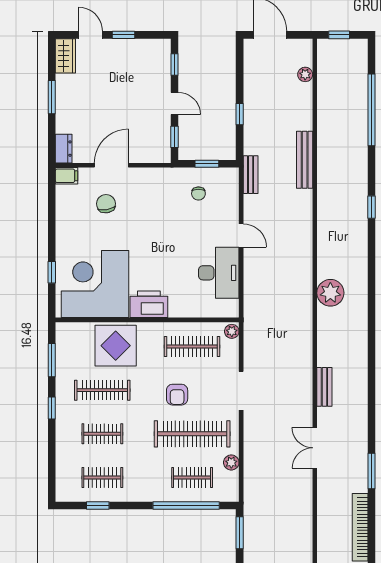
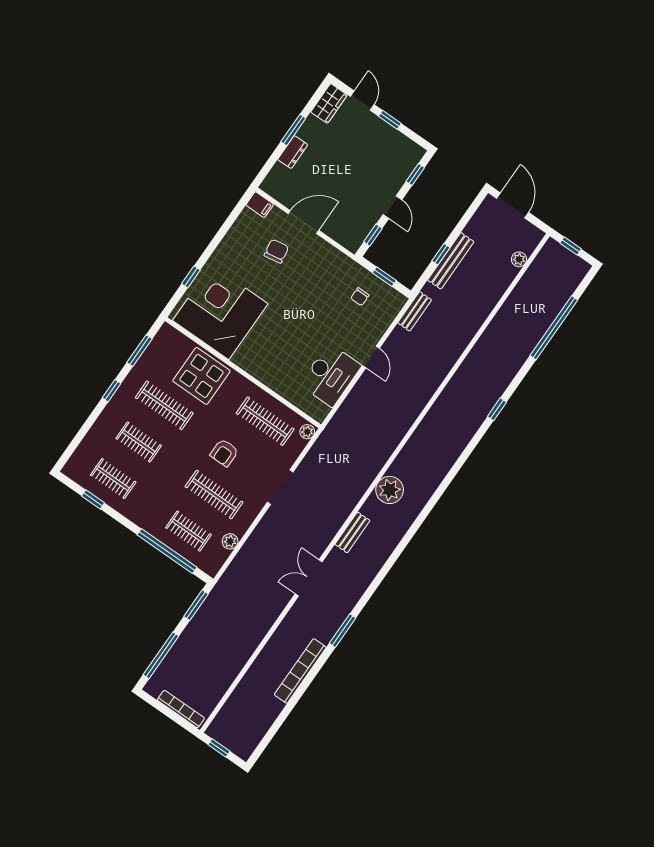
dresser: (64, 149) -> (293, 152), moved
bench: (305, 160) -> (451, 261), moved
plant: (330, 293) -> (390, 490), moved
printer: (149, 304) -> (254, 361), removed
clothes rail: (192, 434) -> (214, 494), width x0.73, depth x0.76

